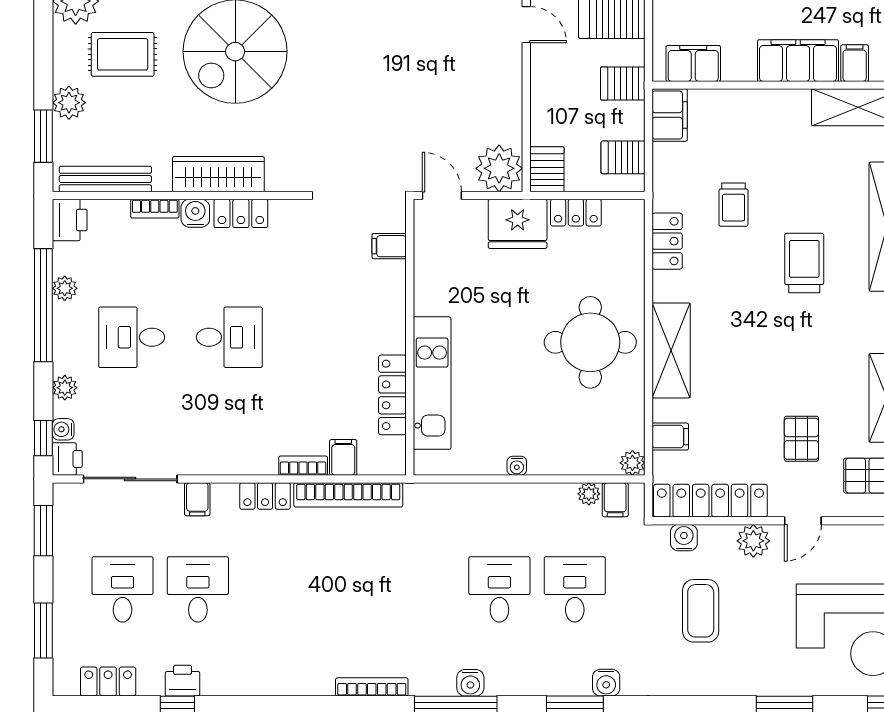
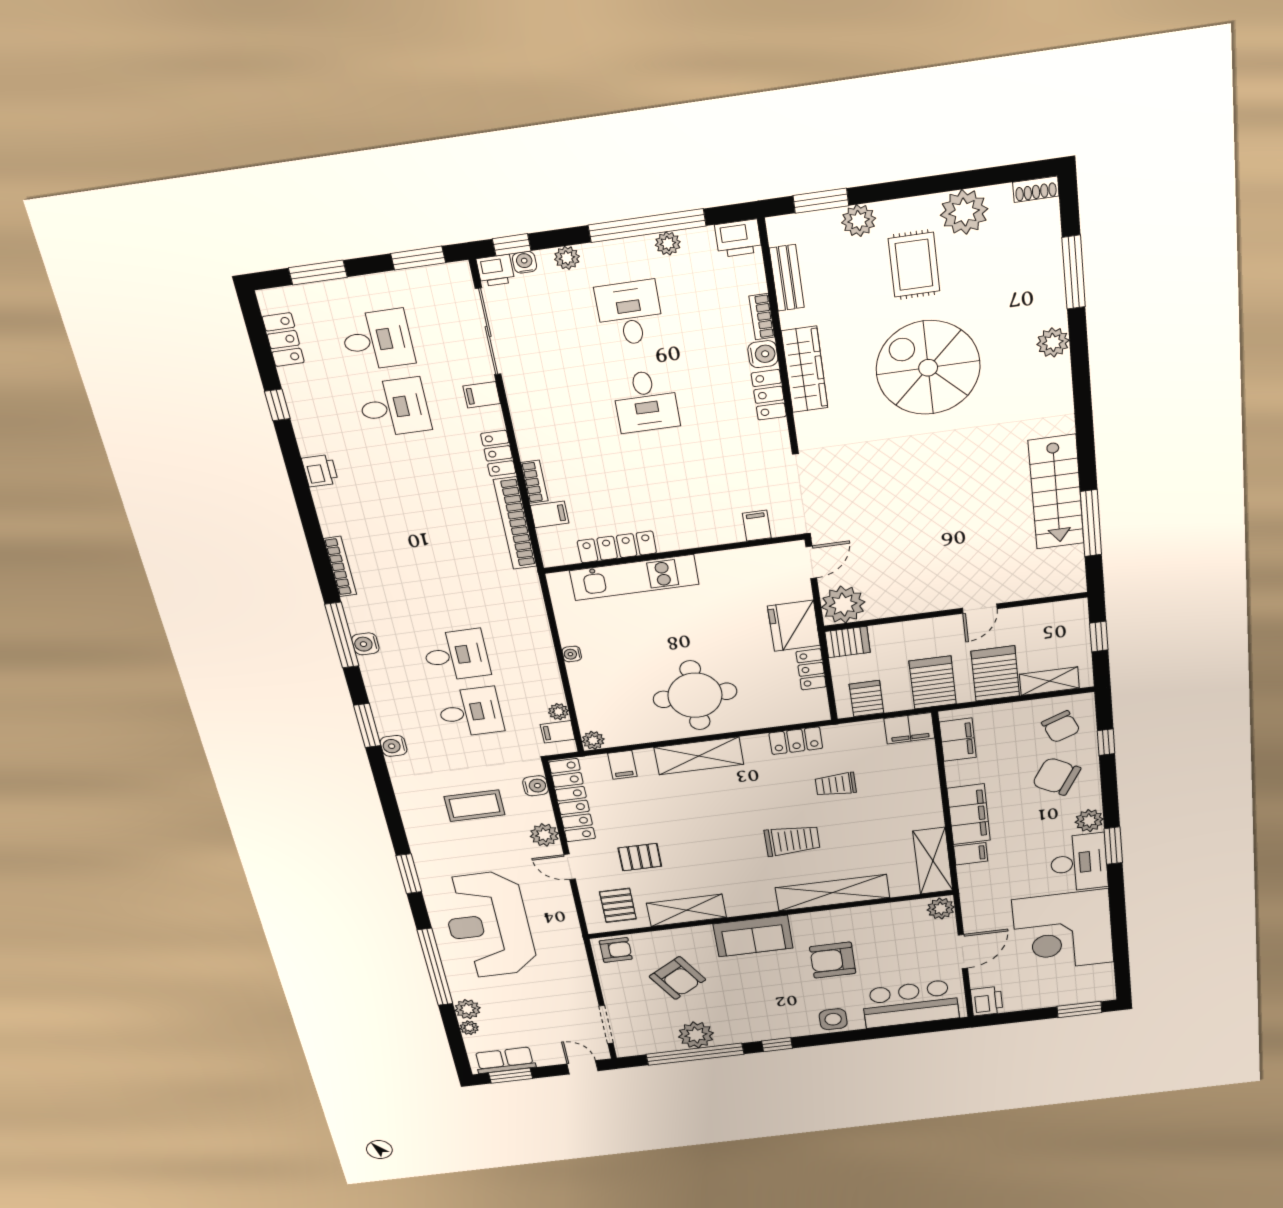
server rack: (623, 84) -> (933, 683), width x1.36, depth x1.44
bench: (105, 179) -> (787, 278), width x0.73
printer: (183, 681) -> (320, 471), moved

